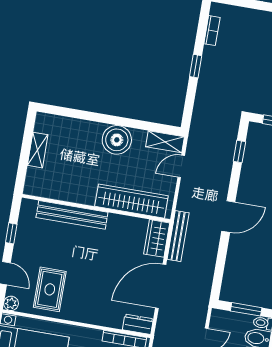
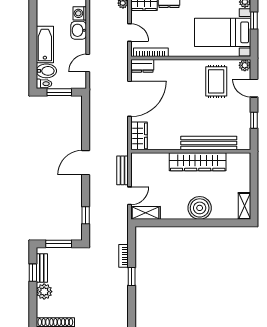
bookcase: (212, 31) -> (123, 256), moved
boiler: (117, 140) -> (200, 208), moved
shelving: (38, 150) -> (244, 206), moved
wardrobe: (131, 201) -> (198, 162), moved
bench: (178, 236) -> (123, 170), moved, width x0.73

